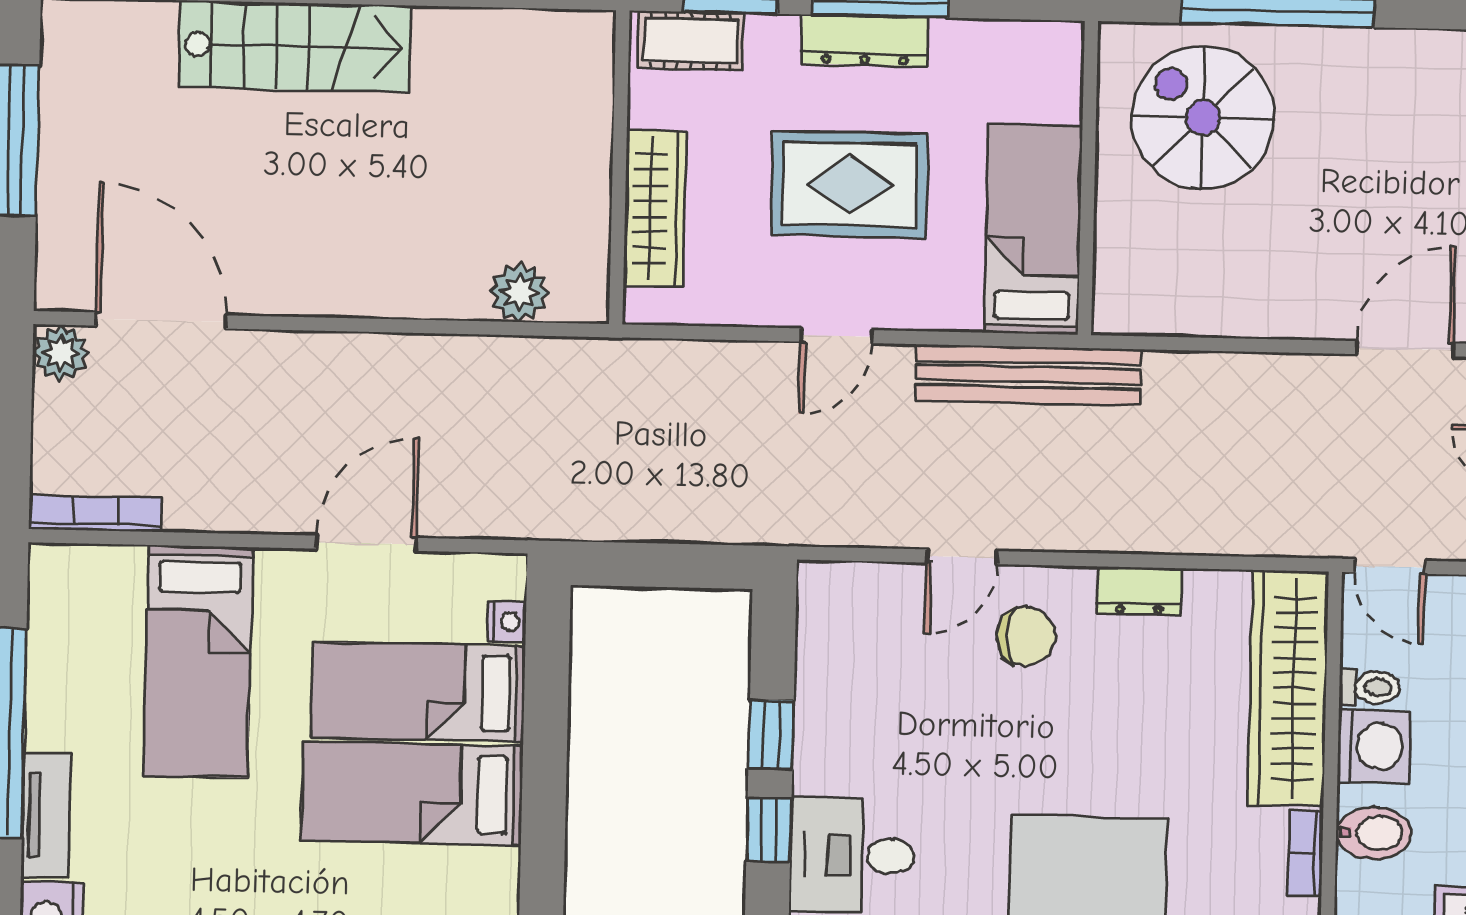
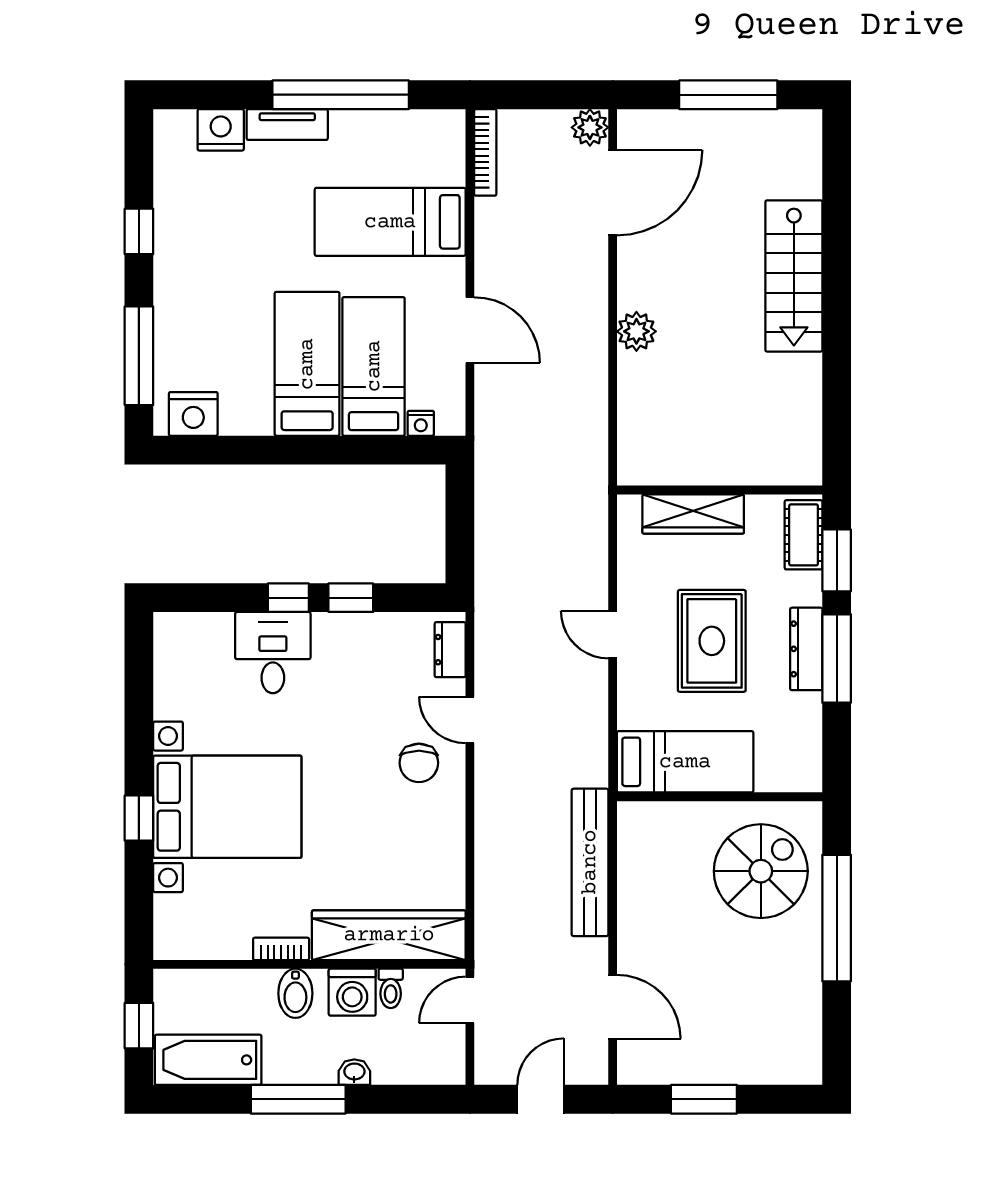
plant: (519, 292) -> (636, 331), moved
bench: (1028, 375) -> (590, 862), moved
dresser: (1139, 591) -> (450, 650), moved

